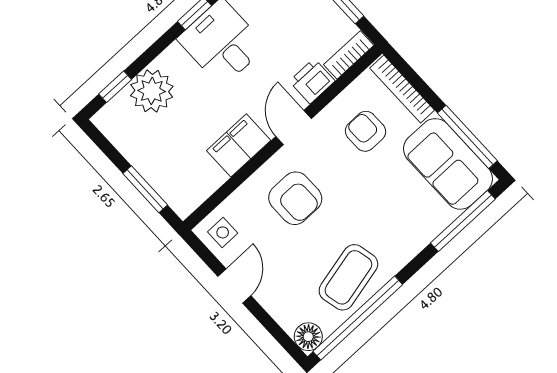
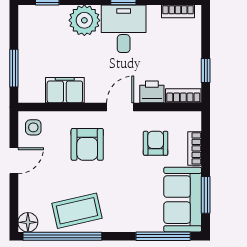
bookcase: (402, 89) -> (195, 148), width x0.64
plant: (152, 91) -> (84, 20), moved
window: (467, 137) -> (206, 195), width x0.69
filing cabinet: (239, 145) -> (65, 90), moved

